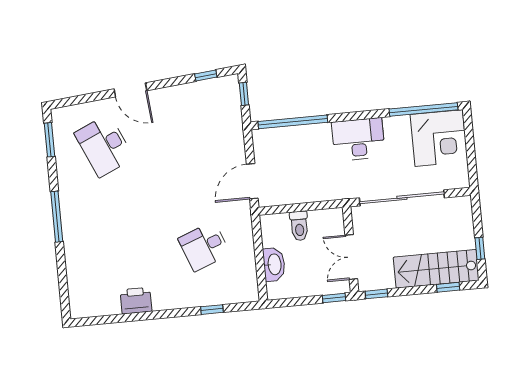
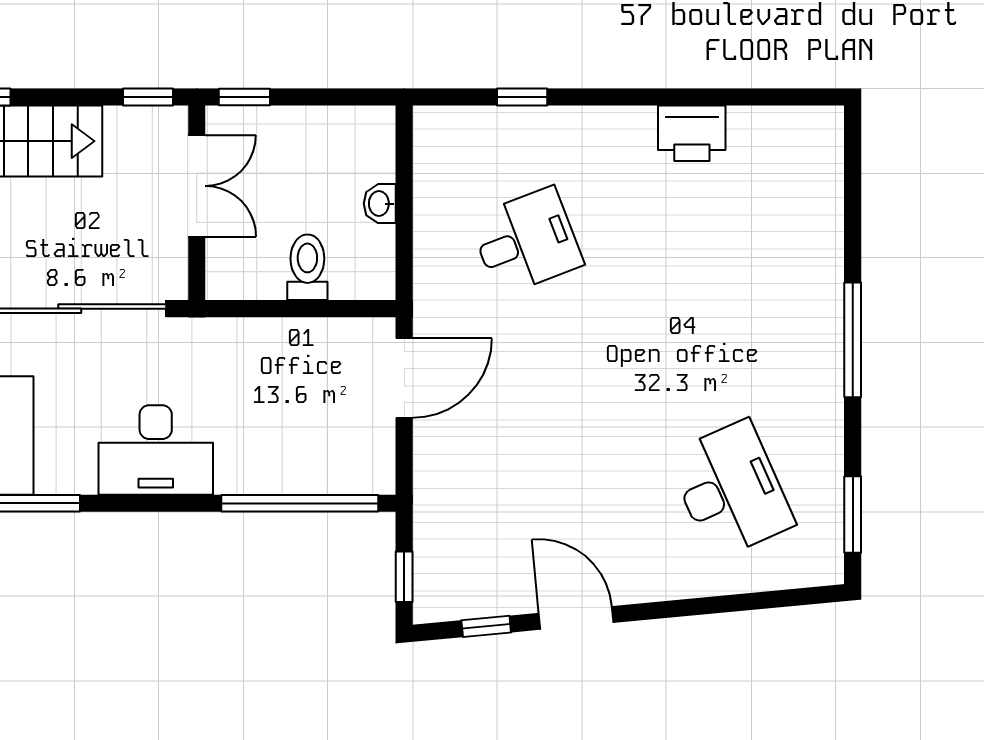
door: (130, 90) -> (576, 618), moved
washbasin: (274, 264) -> (380, 204), width x0.52, depth x0.69

